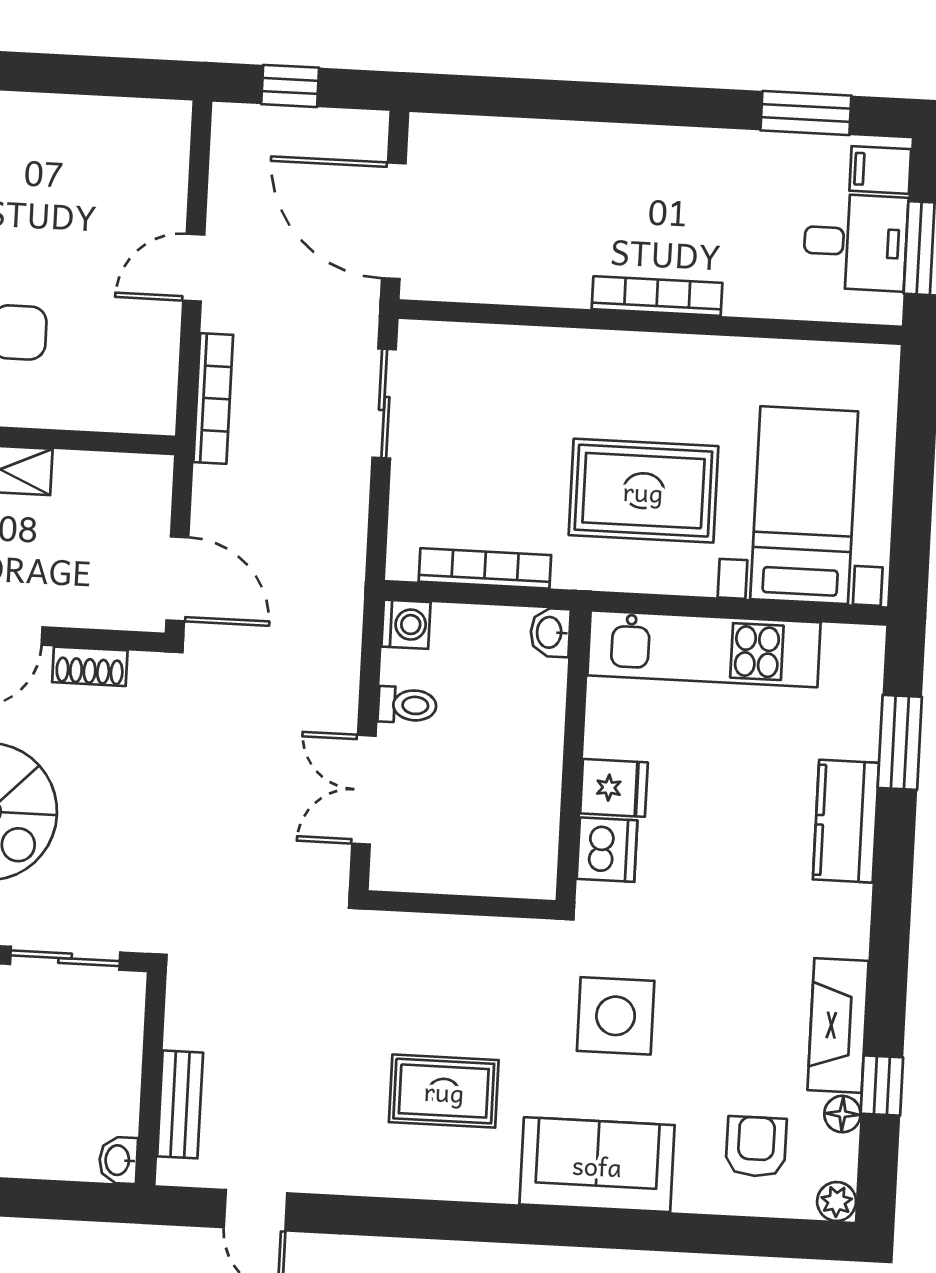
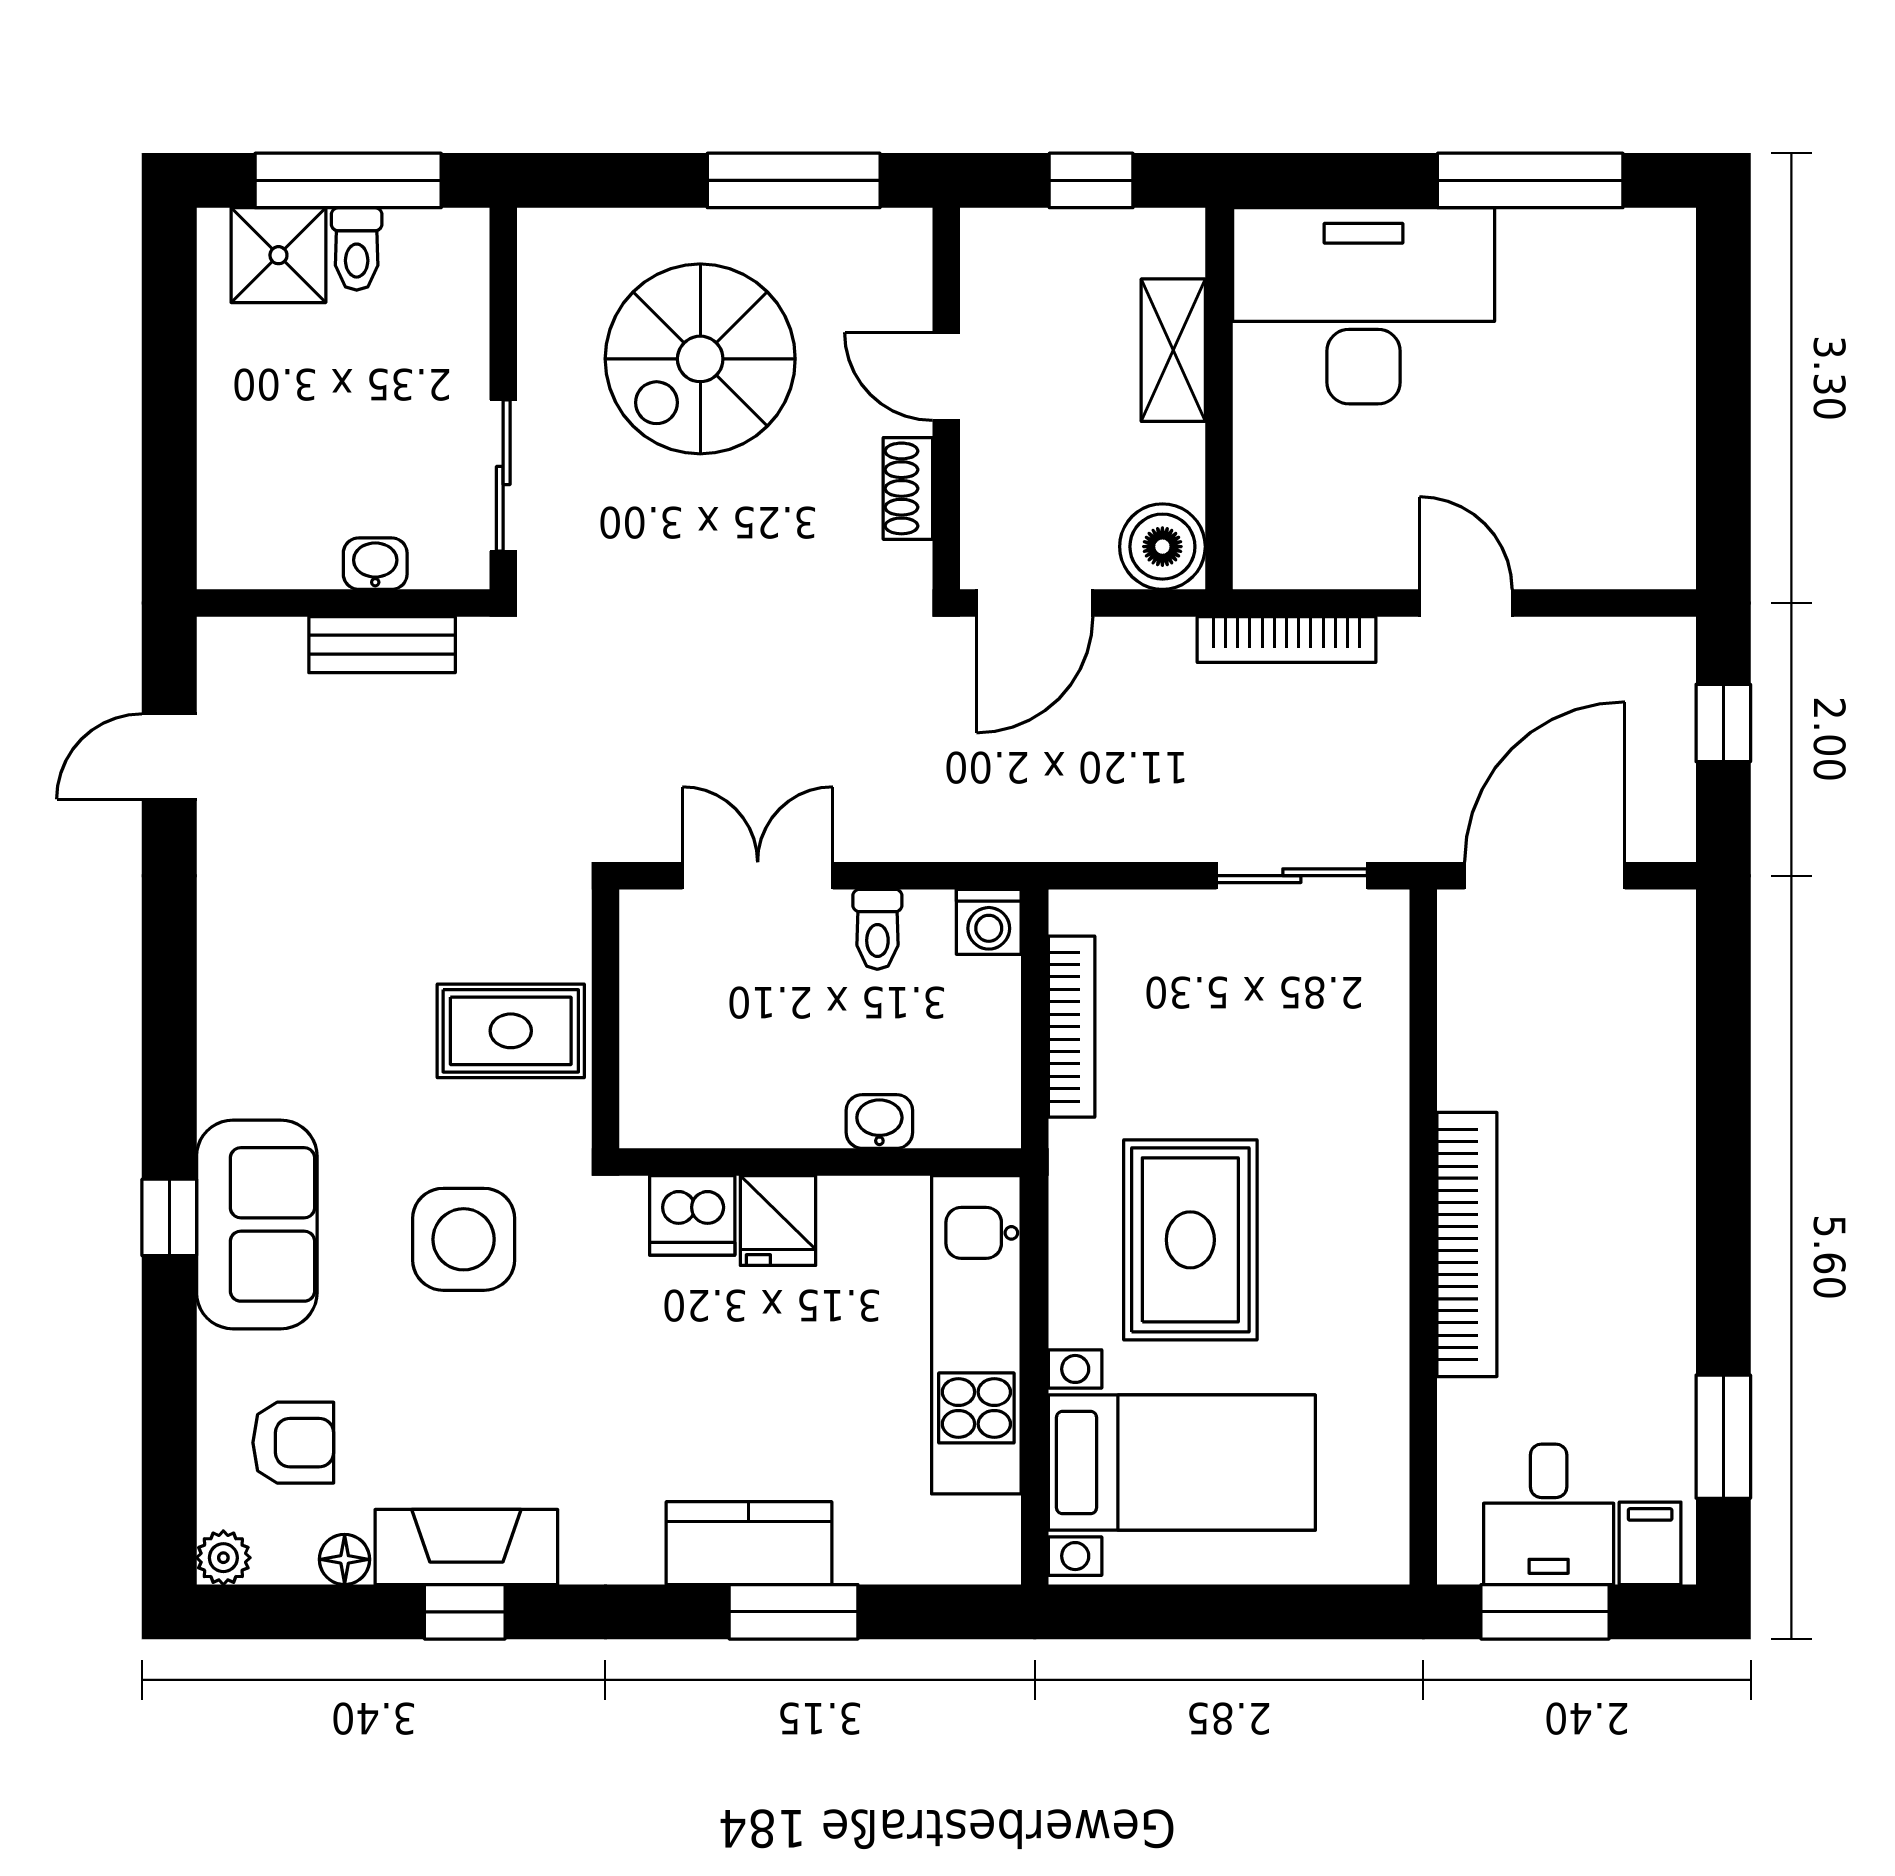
bookcase: (657, 296) -> (1467, 1245), width x1.48, depth x1.31
boiler: (141, 485) -> (1162, 547), added
washbasin: (550, 632) -> (879, 1121), moved
window: (900, 742) -> (794, 1612), moved
window: (882, 1085) -> (465, 1612), moved
rug: (444, 1091) -> (511, 1031), moved, turned 90
bench: (180, 1104) -> (382, 645), moved
washbasin: (118, 1160) -> (375, 564), moved
window: (589, 1228) -> (169, 1217), added

